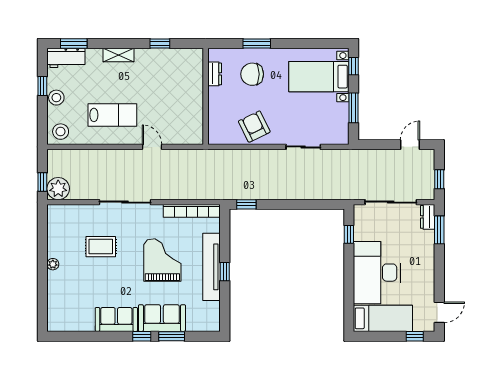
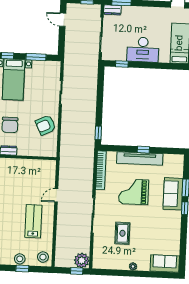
window: (42, 86) -> (22, 268), moved
desk: (377, 273) -> (143, 50), width x0.73, depth x0.77
sofa: (116, 319) -> (165, 264), moved, turned 90

